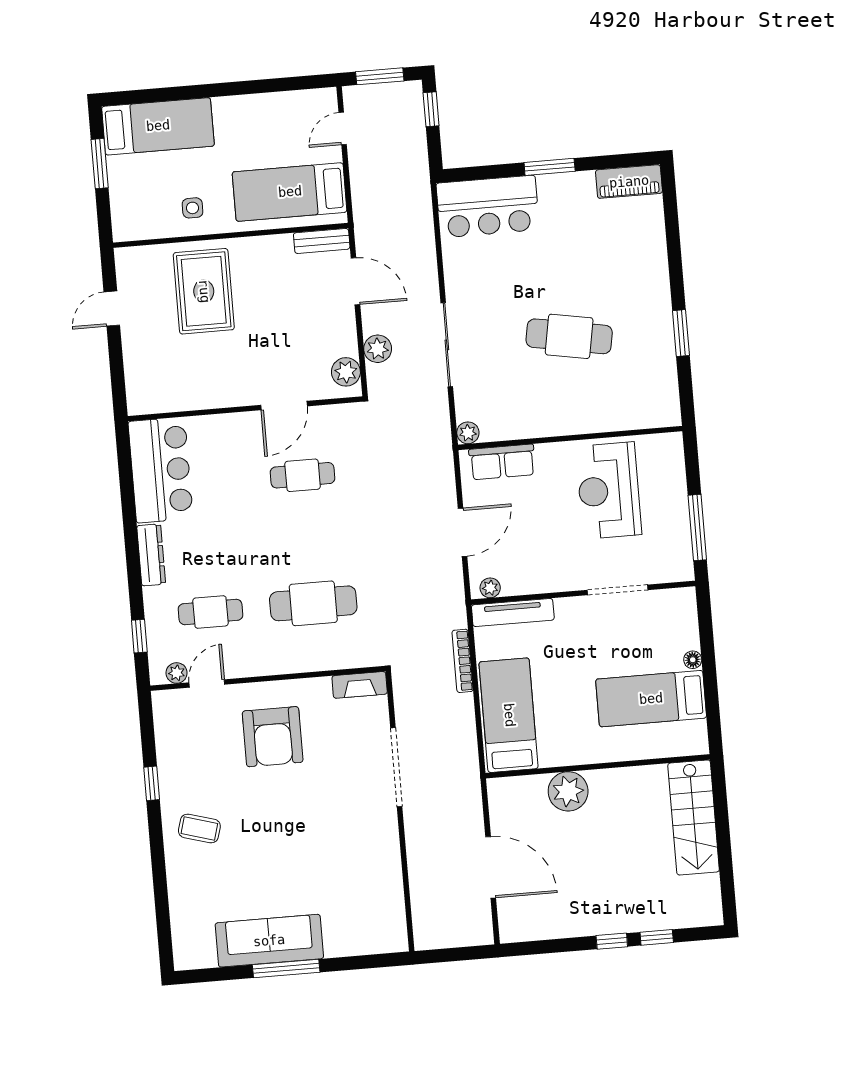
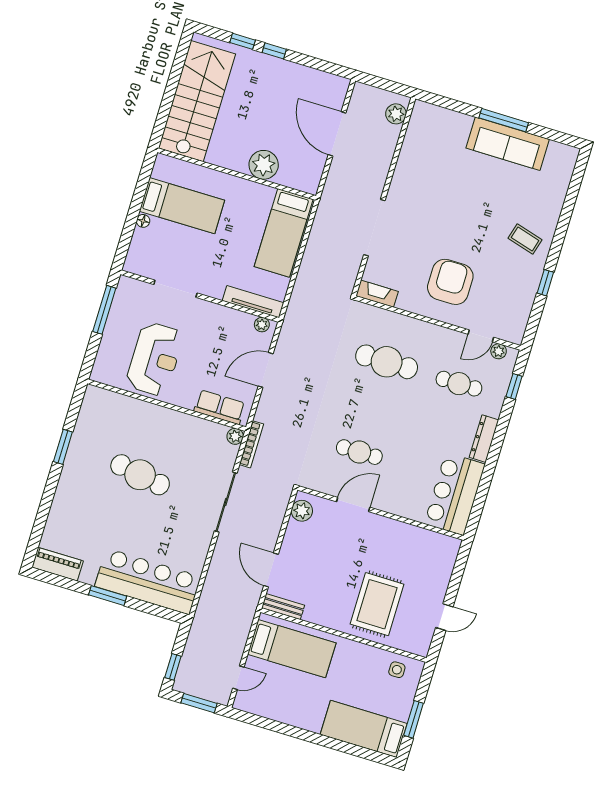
bar counter: (488, 207) -> (148, 581), width x1.36
side table: (193, 208) -> (397, 670), moved
plant: (378, 349) -> (396, 114), moved
bookcase: (463, 661) -> (251, 444), moved
stairs: (694, 817) -> (197, 101), width x1.36, depth x1.51

